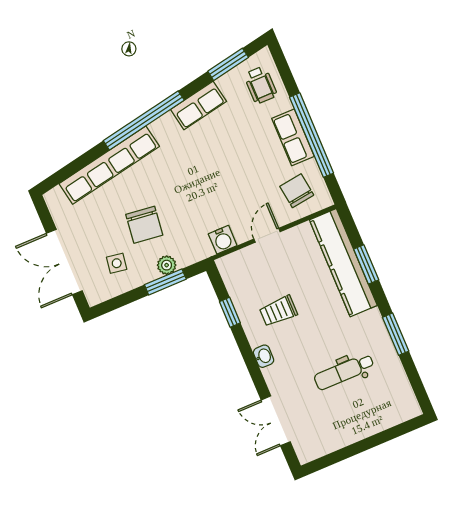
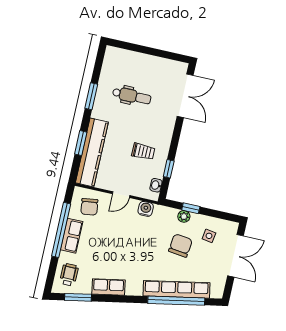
window: (144, 120) -> (176, 301), moved
window: (165, 282) -> (191, 208), width x0.67
washbasin: (264, 356) -> (156, 185), moved
double door: (276, 421) -> (185, 96), width x1.37

